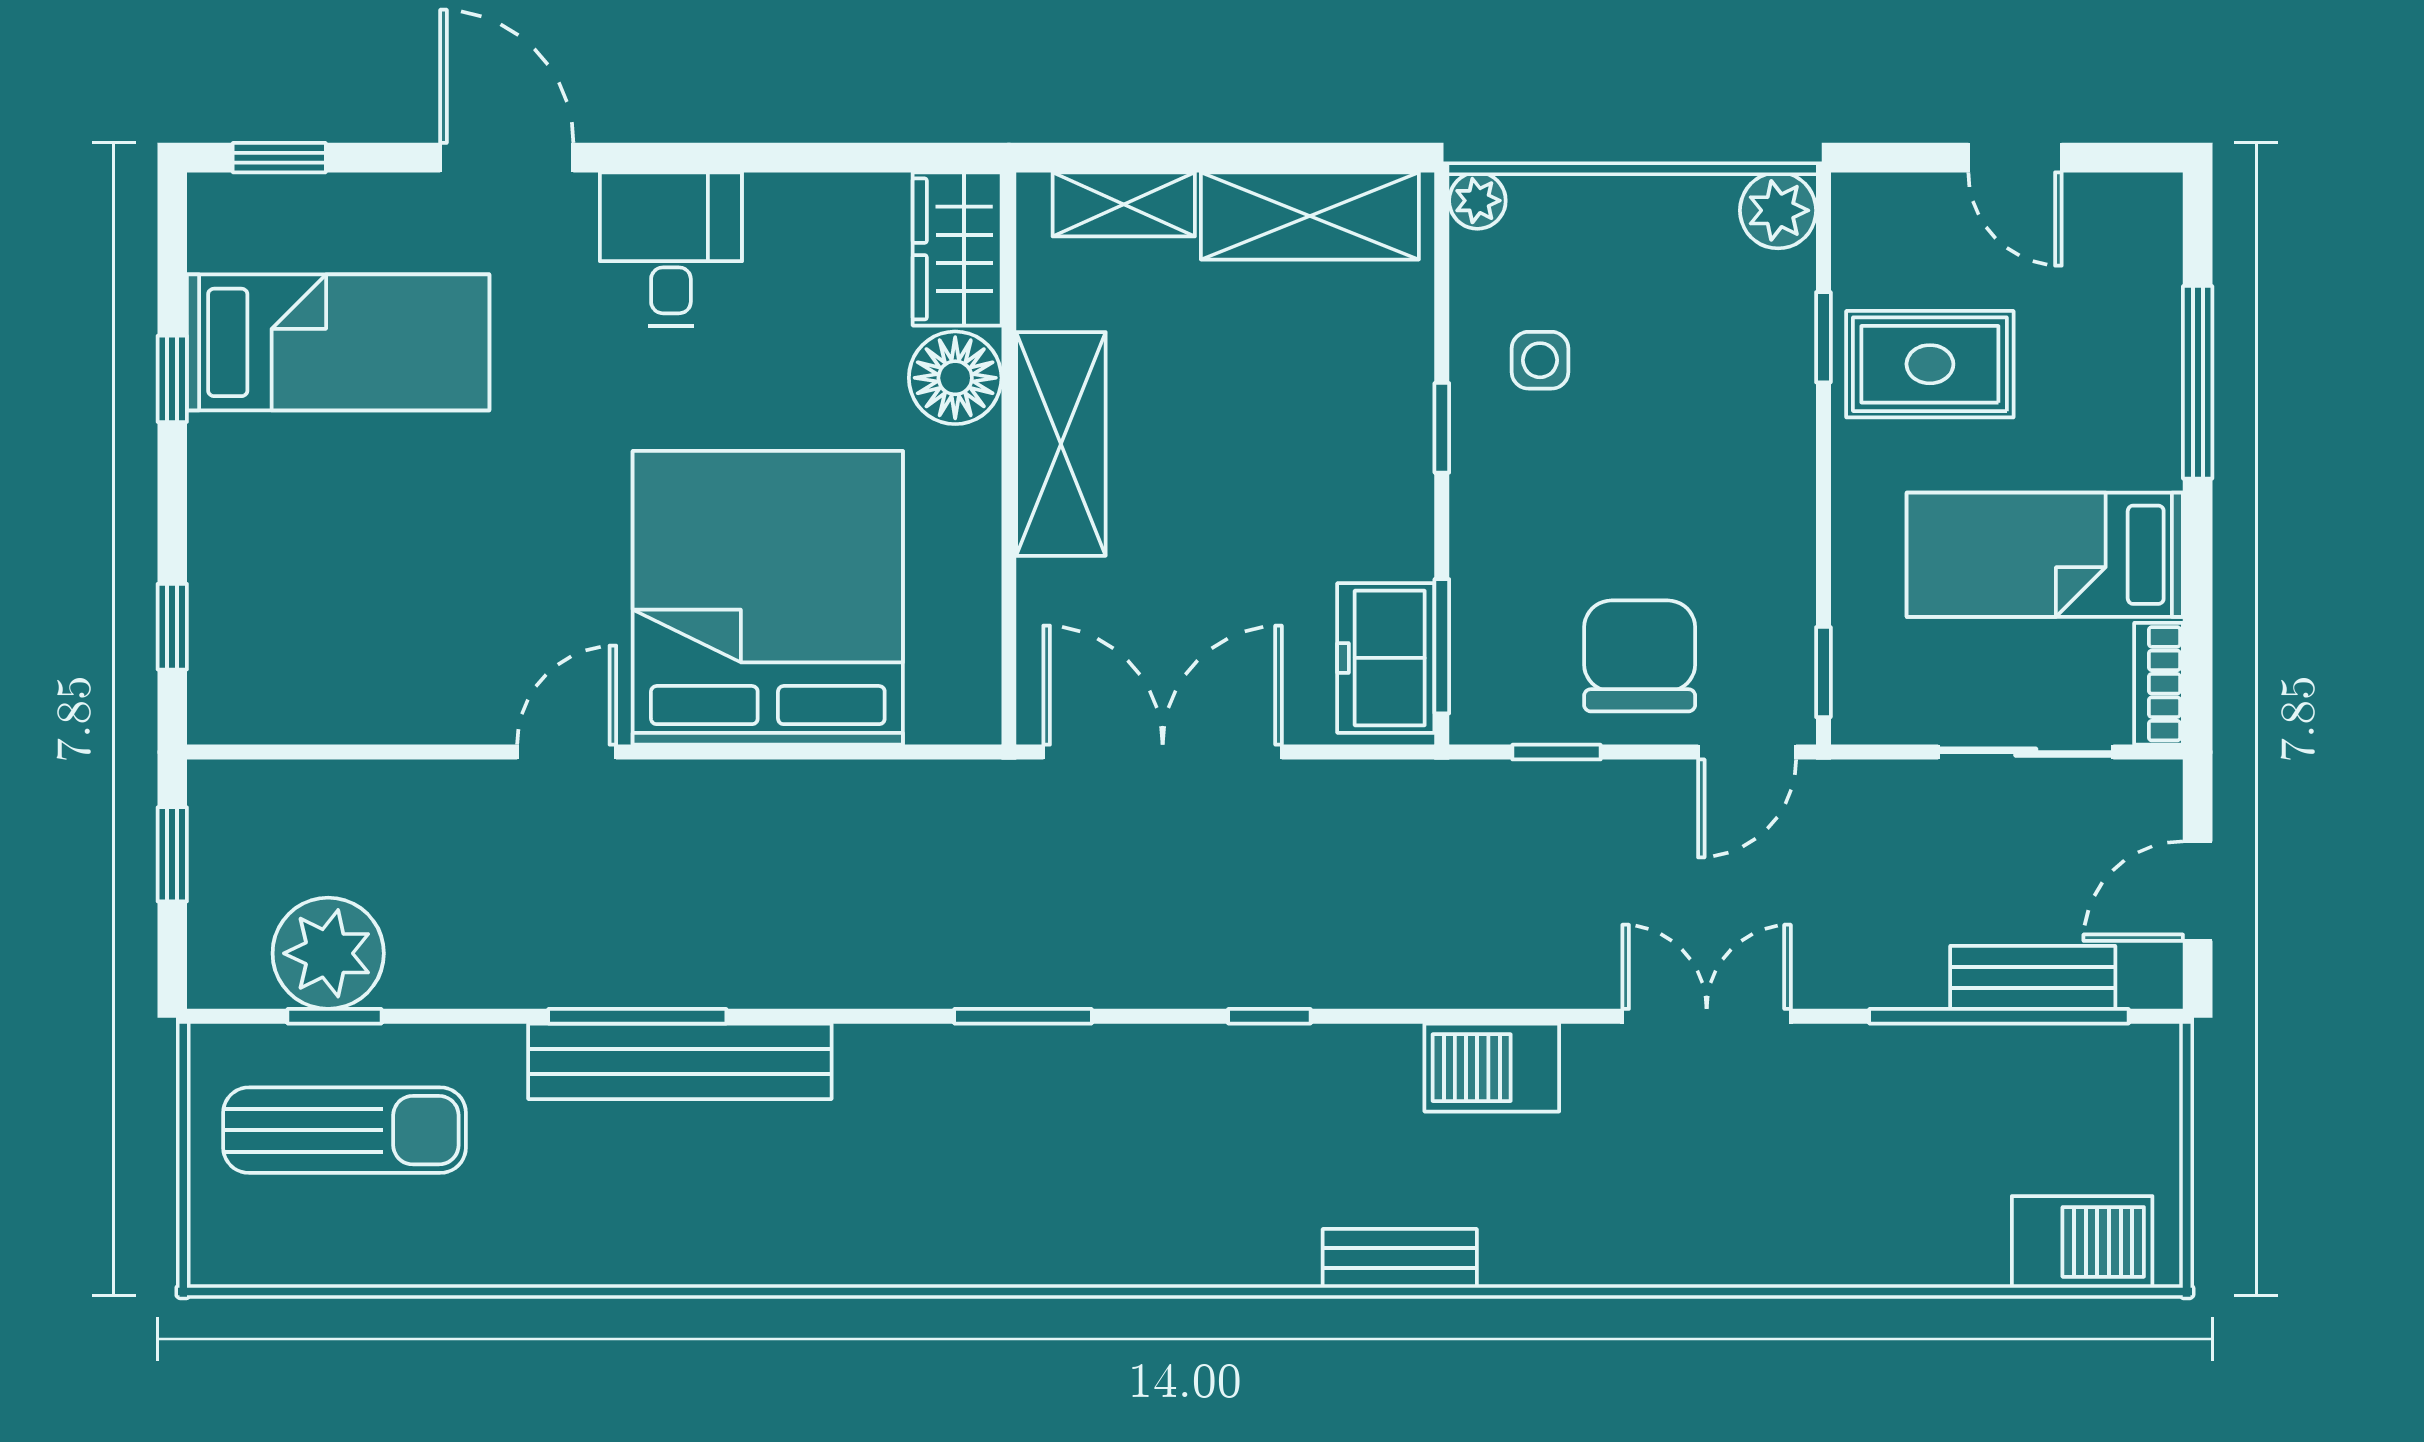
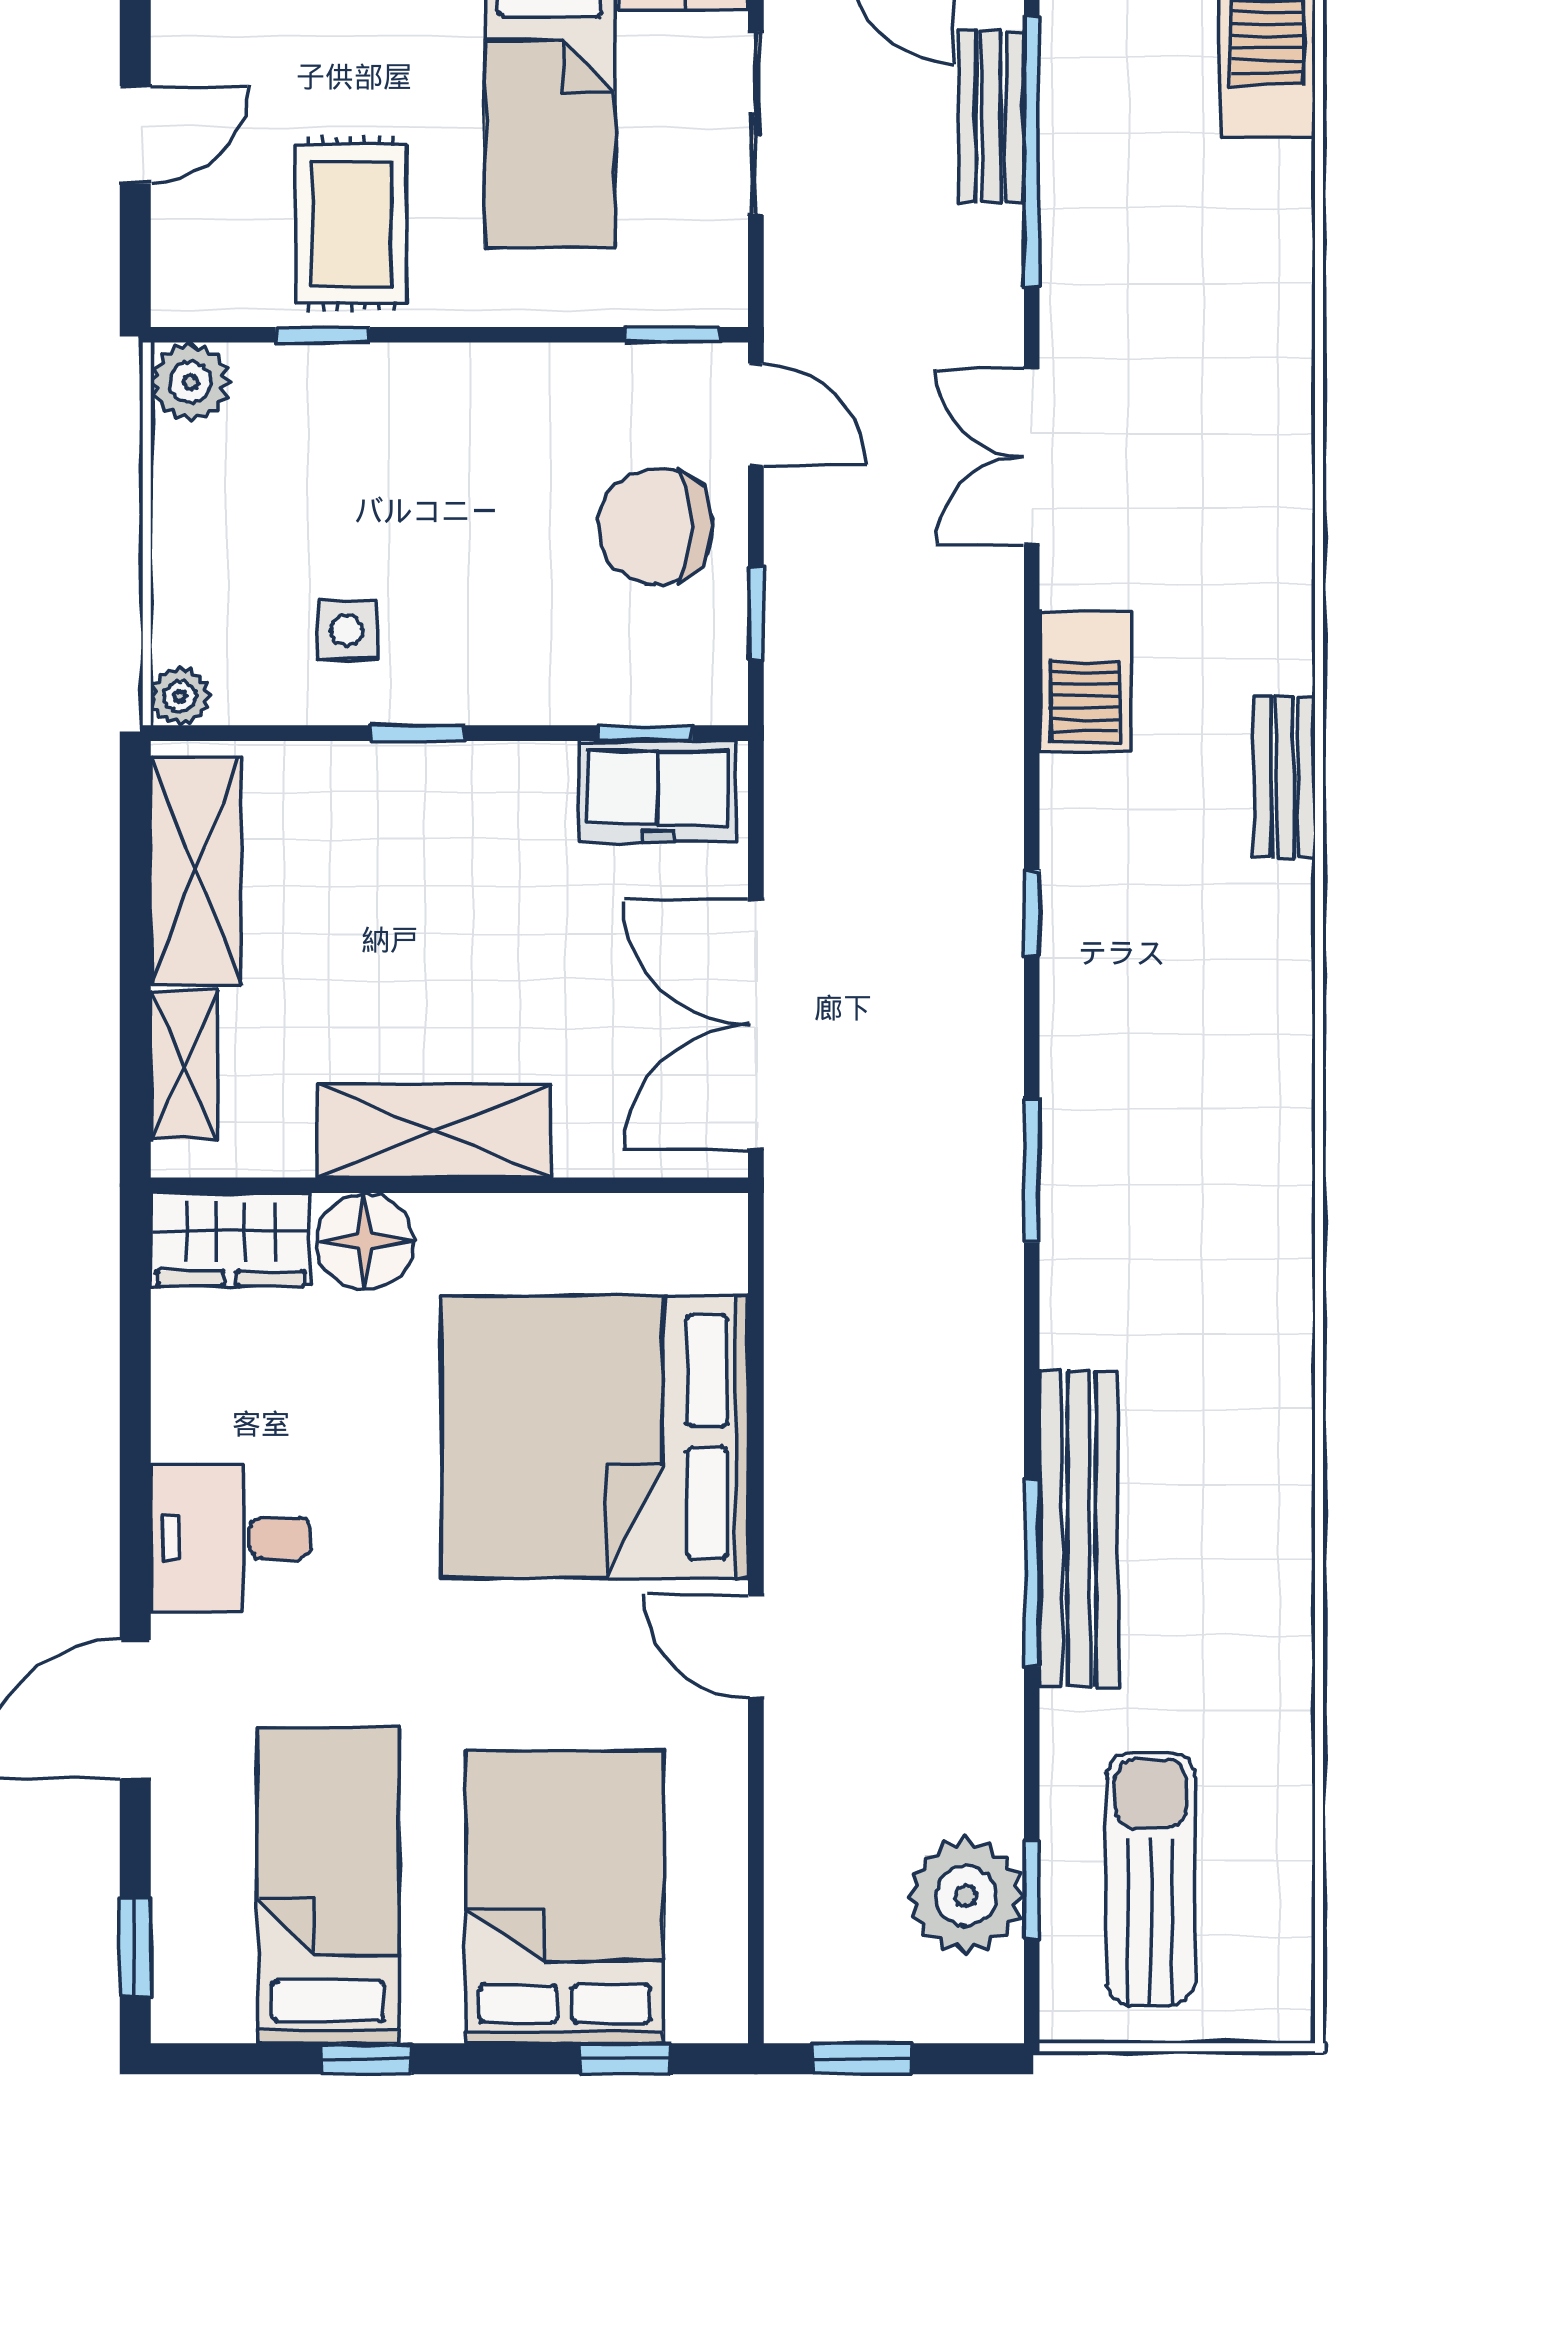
bed: (327, 569) -> (565, 1897), added
window: (1442, 646) -> (645, 733), width x0.67

